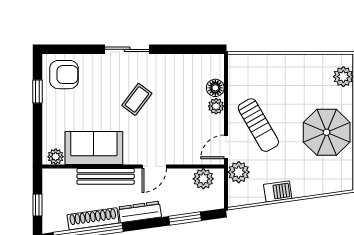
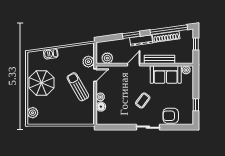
armchair: (64, 75) -> (171, 116), moved
barbecue: (278, 192) -> (51, 54), moved
window: (185, 218) -> (131, 35), moved

